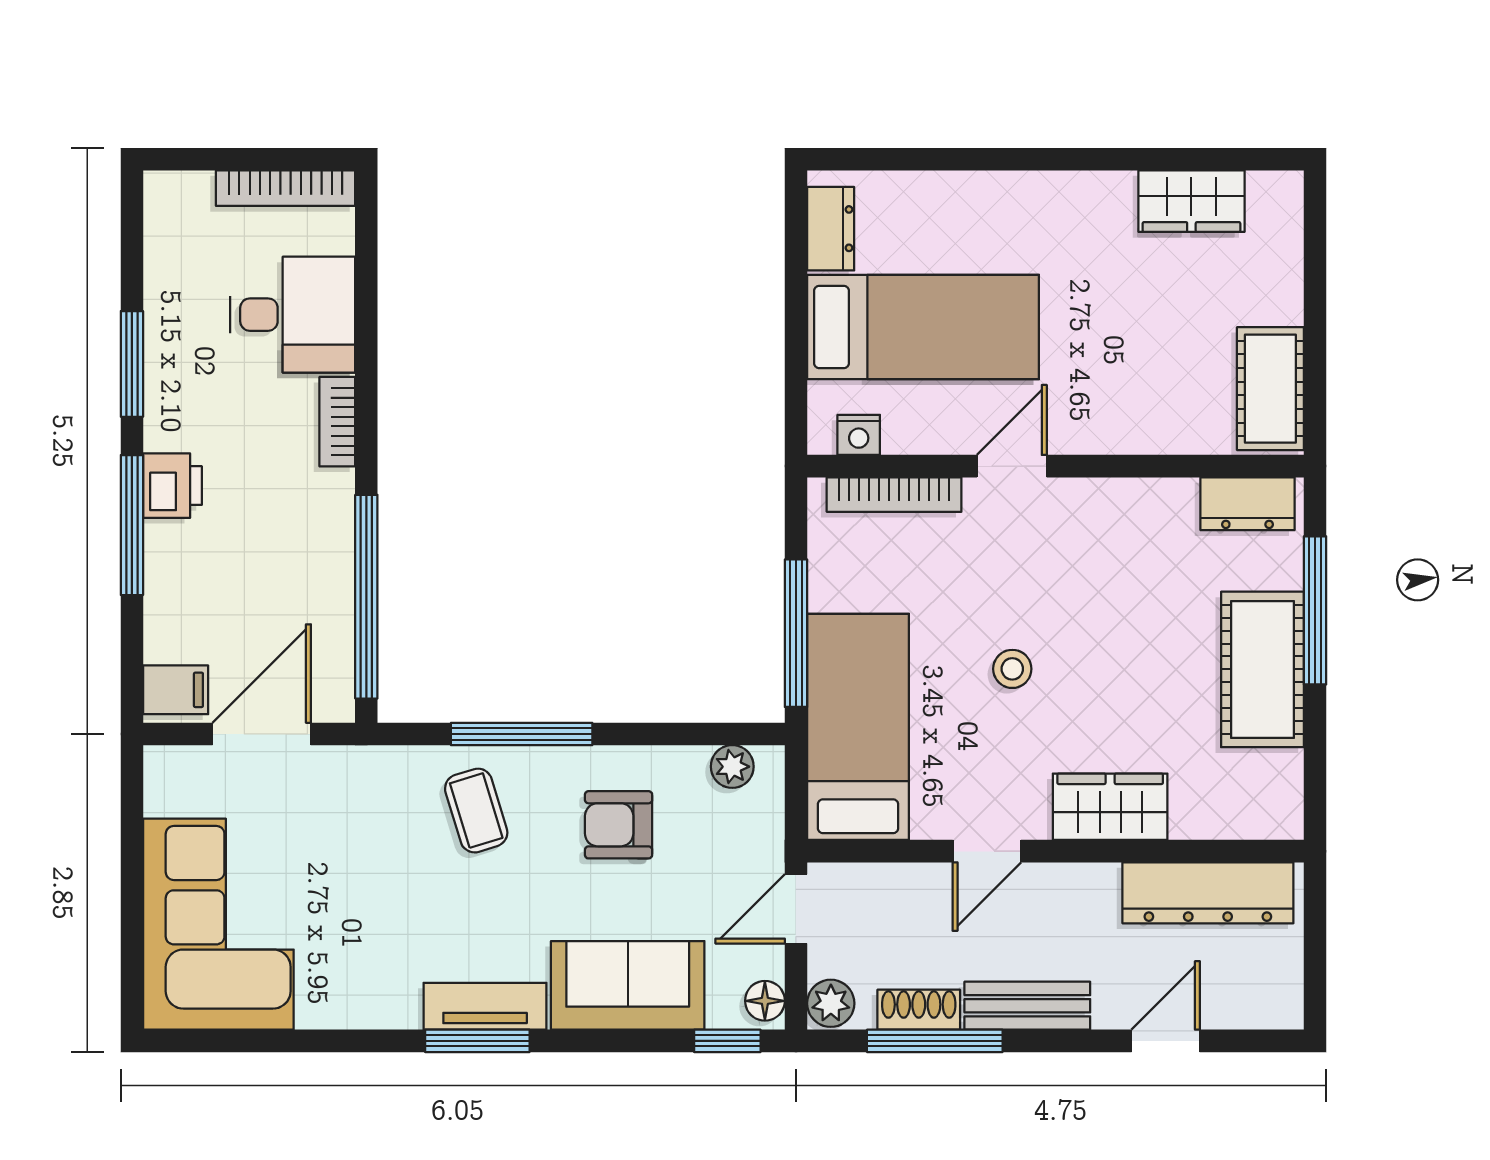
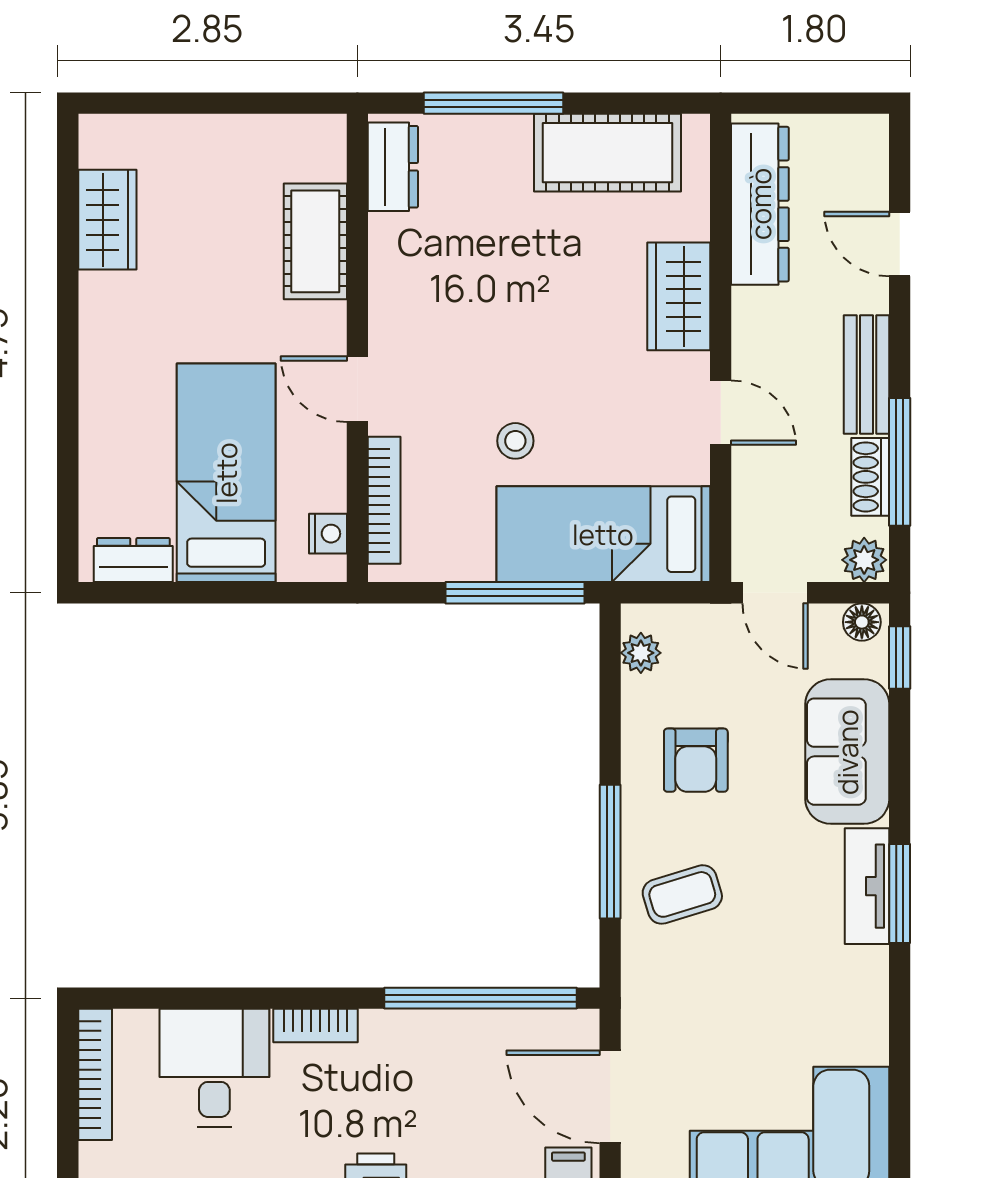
cot: (1270, 389) -> (315, 241), moved, turned 90
stool: (1012, 669) -> (515, 441), moved
cot: (1262, 669) -> (608, 153), moved

